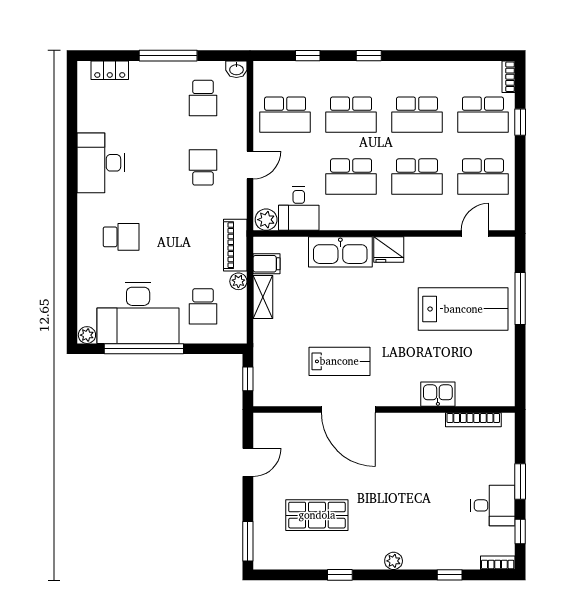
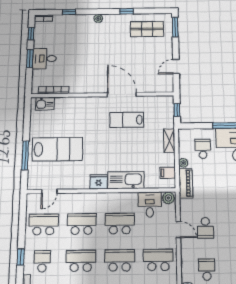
school desk: (483, 115) -> (42, 261), width x0.54
door: (250, 165) -> (178, 230), swing flipped
shelving: (263, 297) -> (169, 141), moved
lab bench: (463, 309) -> (57, 149), turned 180
kitchen sink: (438, 394) -> (45, 104), moved
desk: (493, 505) -> (44, 59), moved
shop shelf: (317, 515) -> (147, 29), moved

